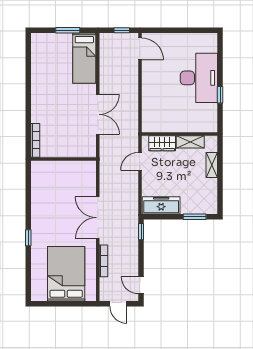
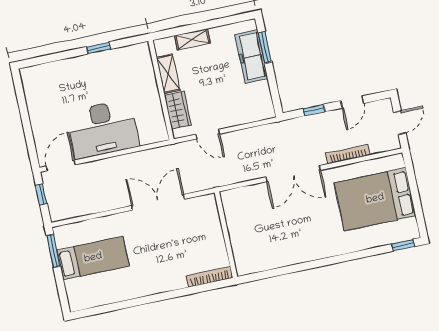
window: (68, 30) -> (53, 251), moved
bed: (84, 58) -> (93, 258), moved
desk: (199, 78) -> (103, 129), moved, turned 180
freezer: (161, 205) -> (251, 57), moved
window: (141, 232) -> (314, 110), moved
window: (28, 238) -> (403, 245), moved
door: (141, 285) -> (352, 102), moved

